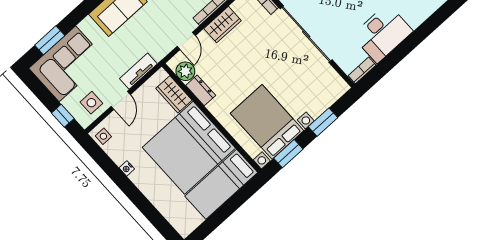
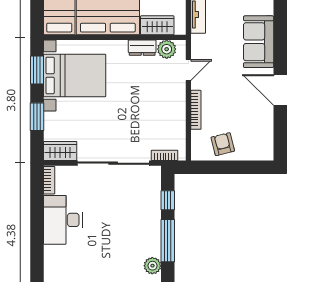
wardrobe: (222, 25) -> (60, 151), moved, turned 90
door: (186, 41) -> (188, 70), swing flipped

